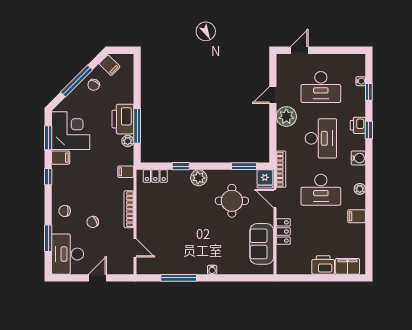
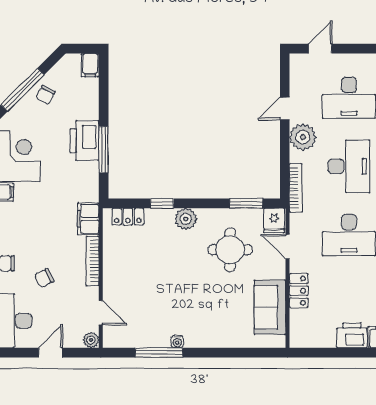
filing cabinet: (110, 65) -> (90, 65), moved, turned 45
plant: (128, 141) -> (91, 340), moved
bookcase: (281, 169) -> (296, 188), moved
filing cabinet: (126, 172) -> (88, 219), width x2.00
water cooler: (212, 270) -> (177, 342), moved

